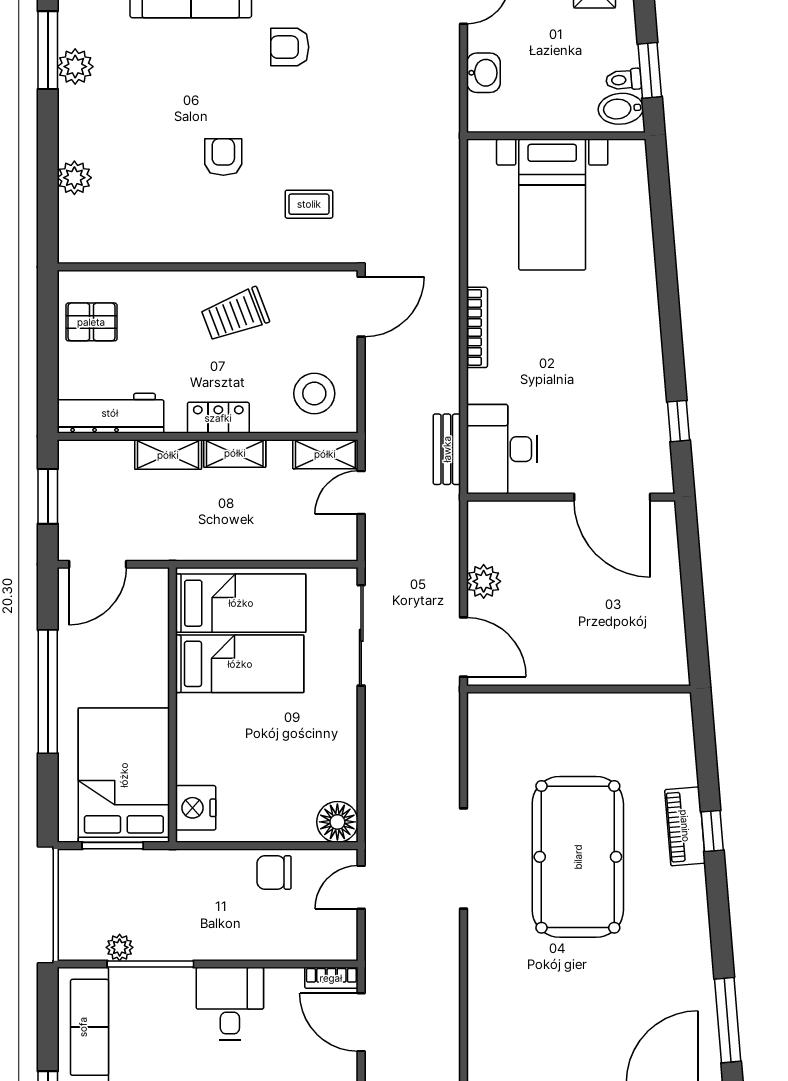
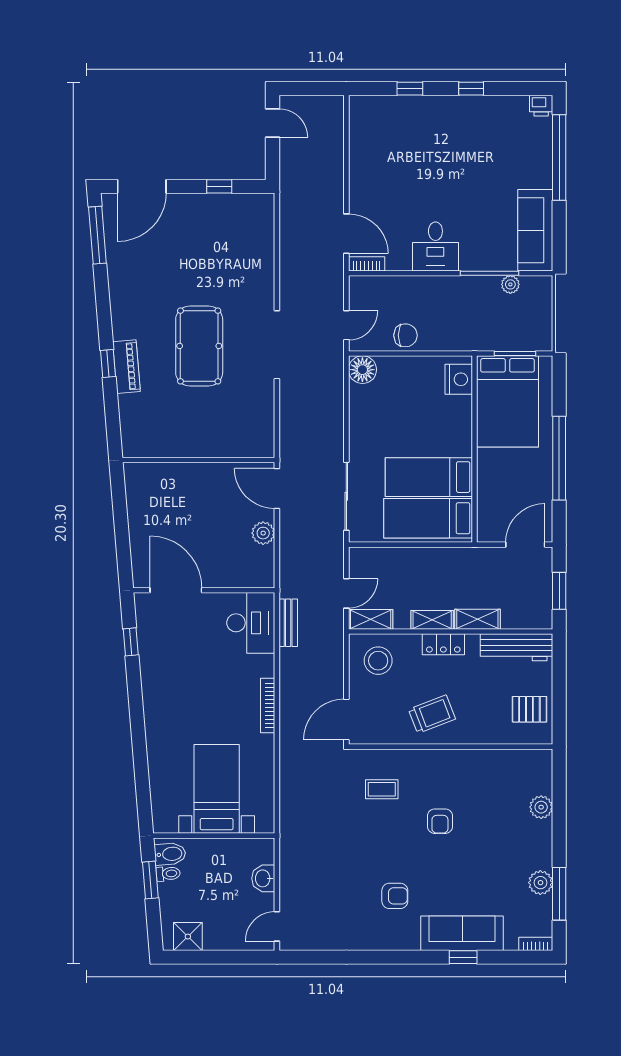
pool table: (578, 857) -> (199, 346), width x0.73, depth x0.76

